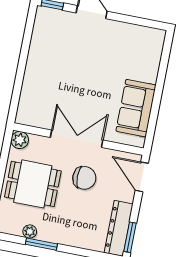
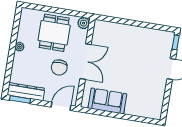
plant: (30, 231) -> (20, 47), moved
window: (41, 244) -> (14, 40), removed

